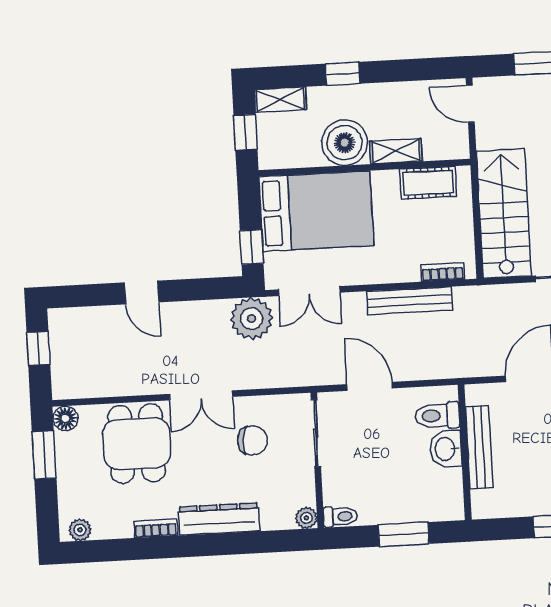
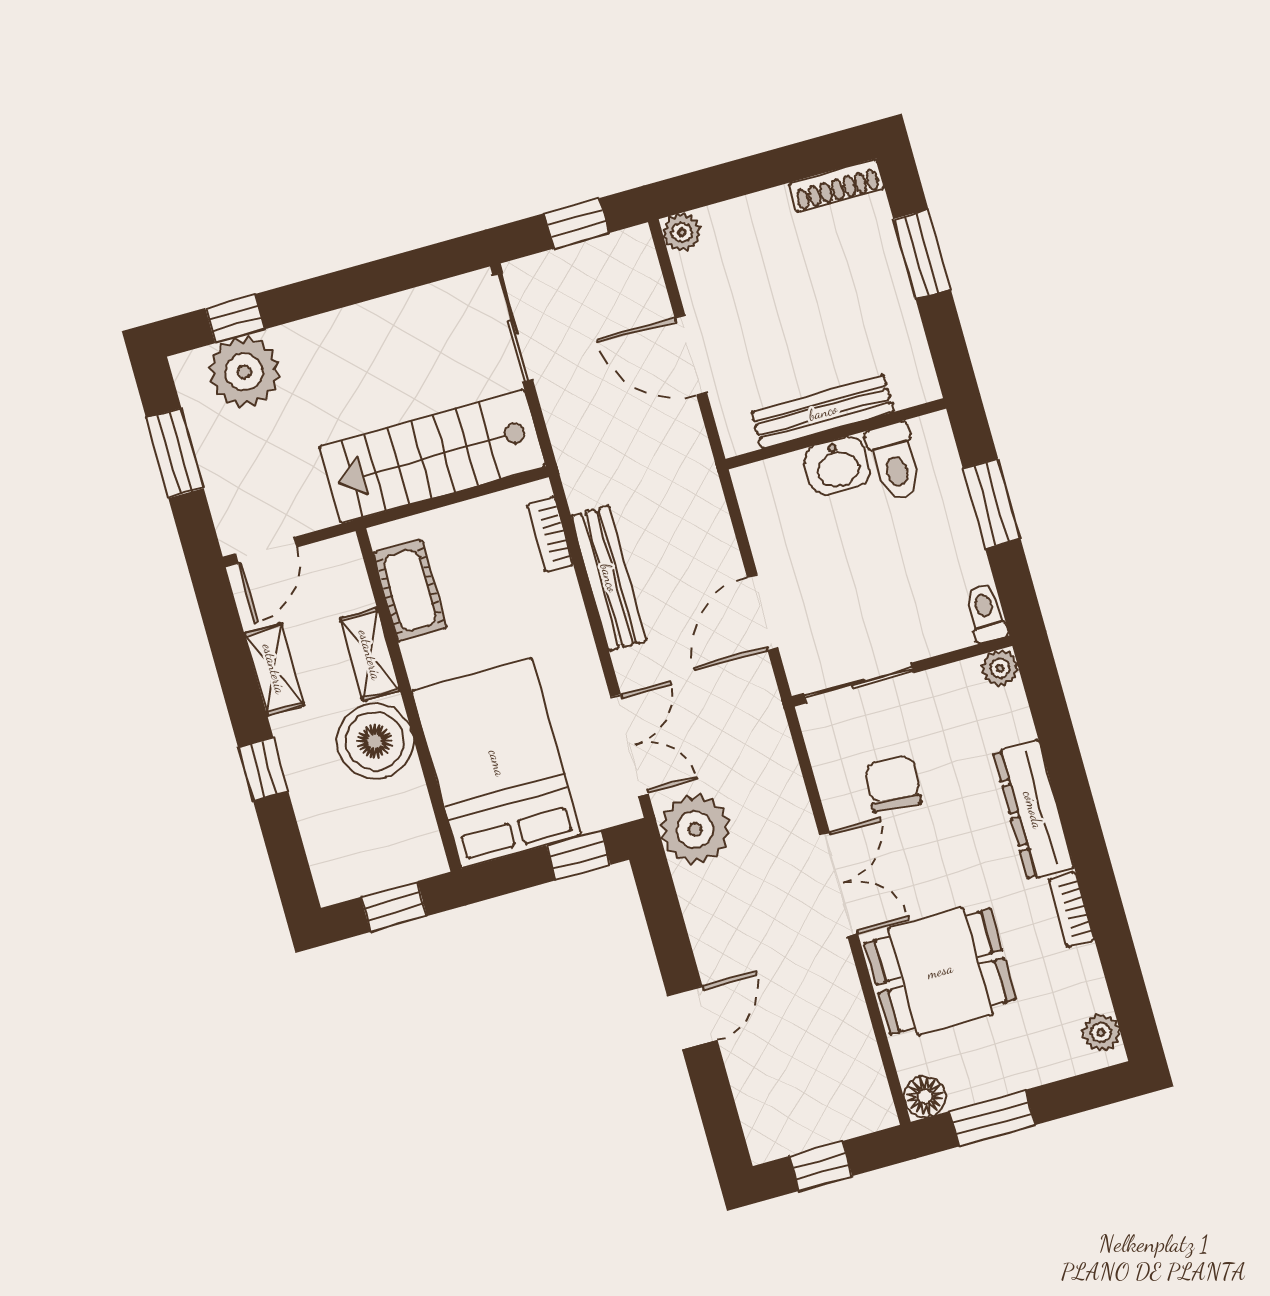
shelving: (280, 100) -> (274, 669), moved
toilet: (437, 416) -> (894, 461), moved

